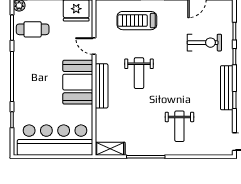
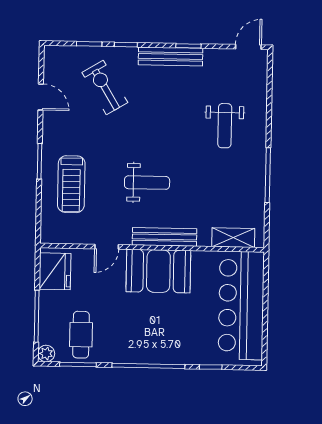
exercise bike: (204, 43) -> (105, 88), turned -31
weight bench: (179, 126) -> (225, 126), turned 90
shelving: (110, 149) -> (233, 238), moved, turned 90

